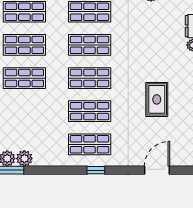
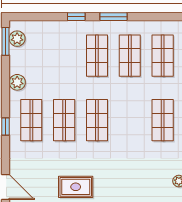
shop shelf: (90, 45) -> (130, 120), removed
plant: (24, 158) -> (17, 82), moved

